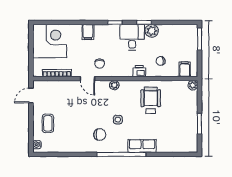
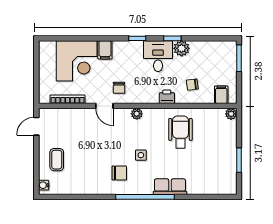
corner desk: (50, 41) -> (77, 61), moved, turned 90

